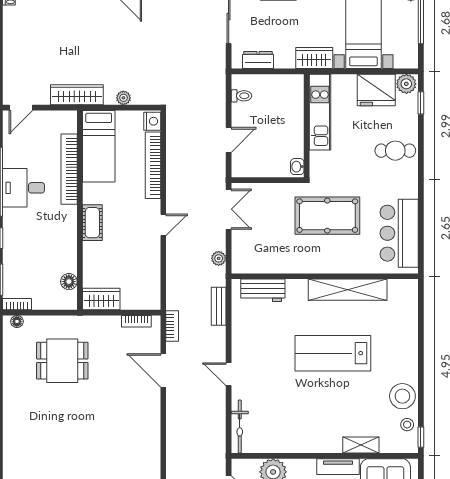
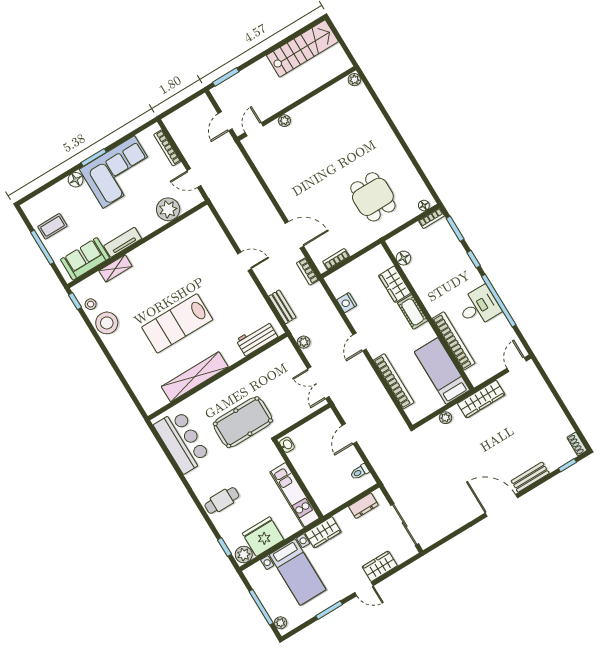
nightstand: (152, 121) -> (347, 303), moved
wardrobe: (101, 299) -> (395, 284), moved, turned 90
lab bench: (333, 353) -> (177, 323), turned 180
dining table: (62, 361) -> (373, 197), turned 90
bicycle: (240, 427) -> (213, 228), removed

